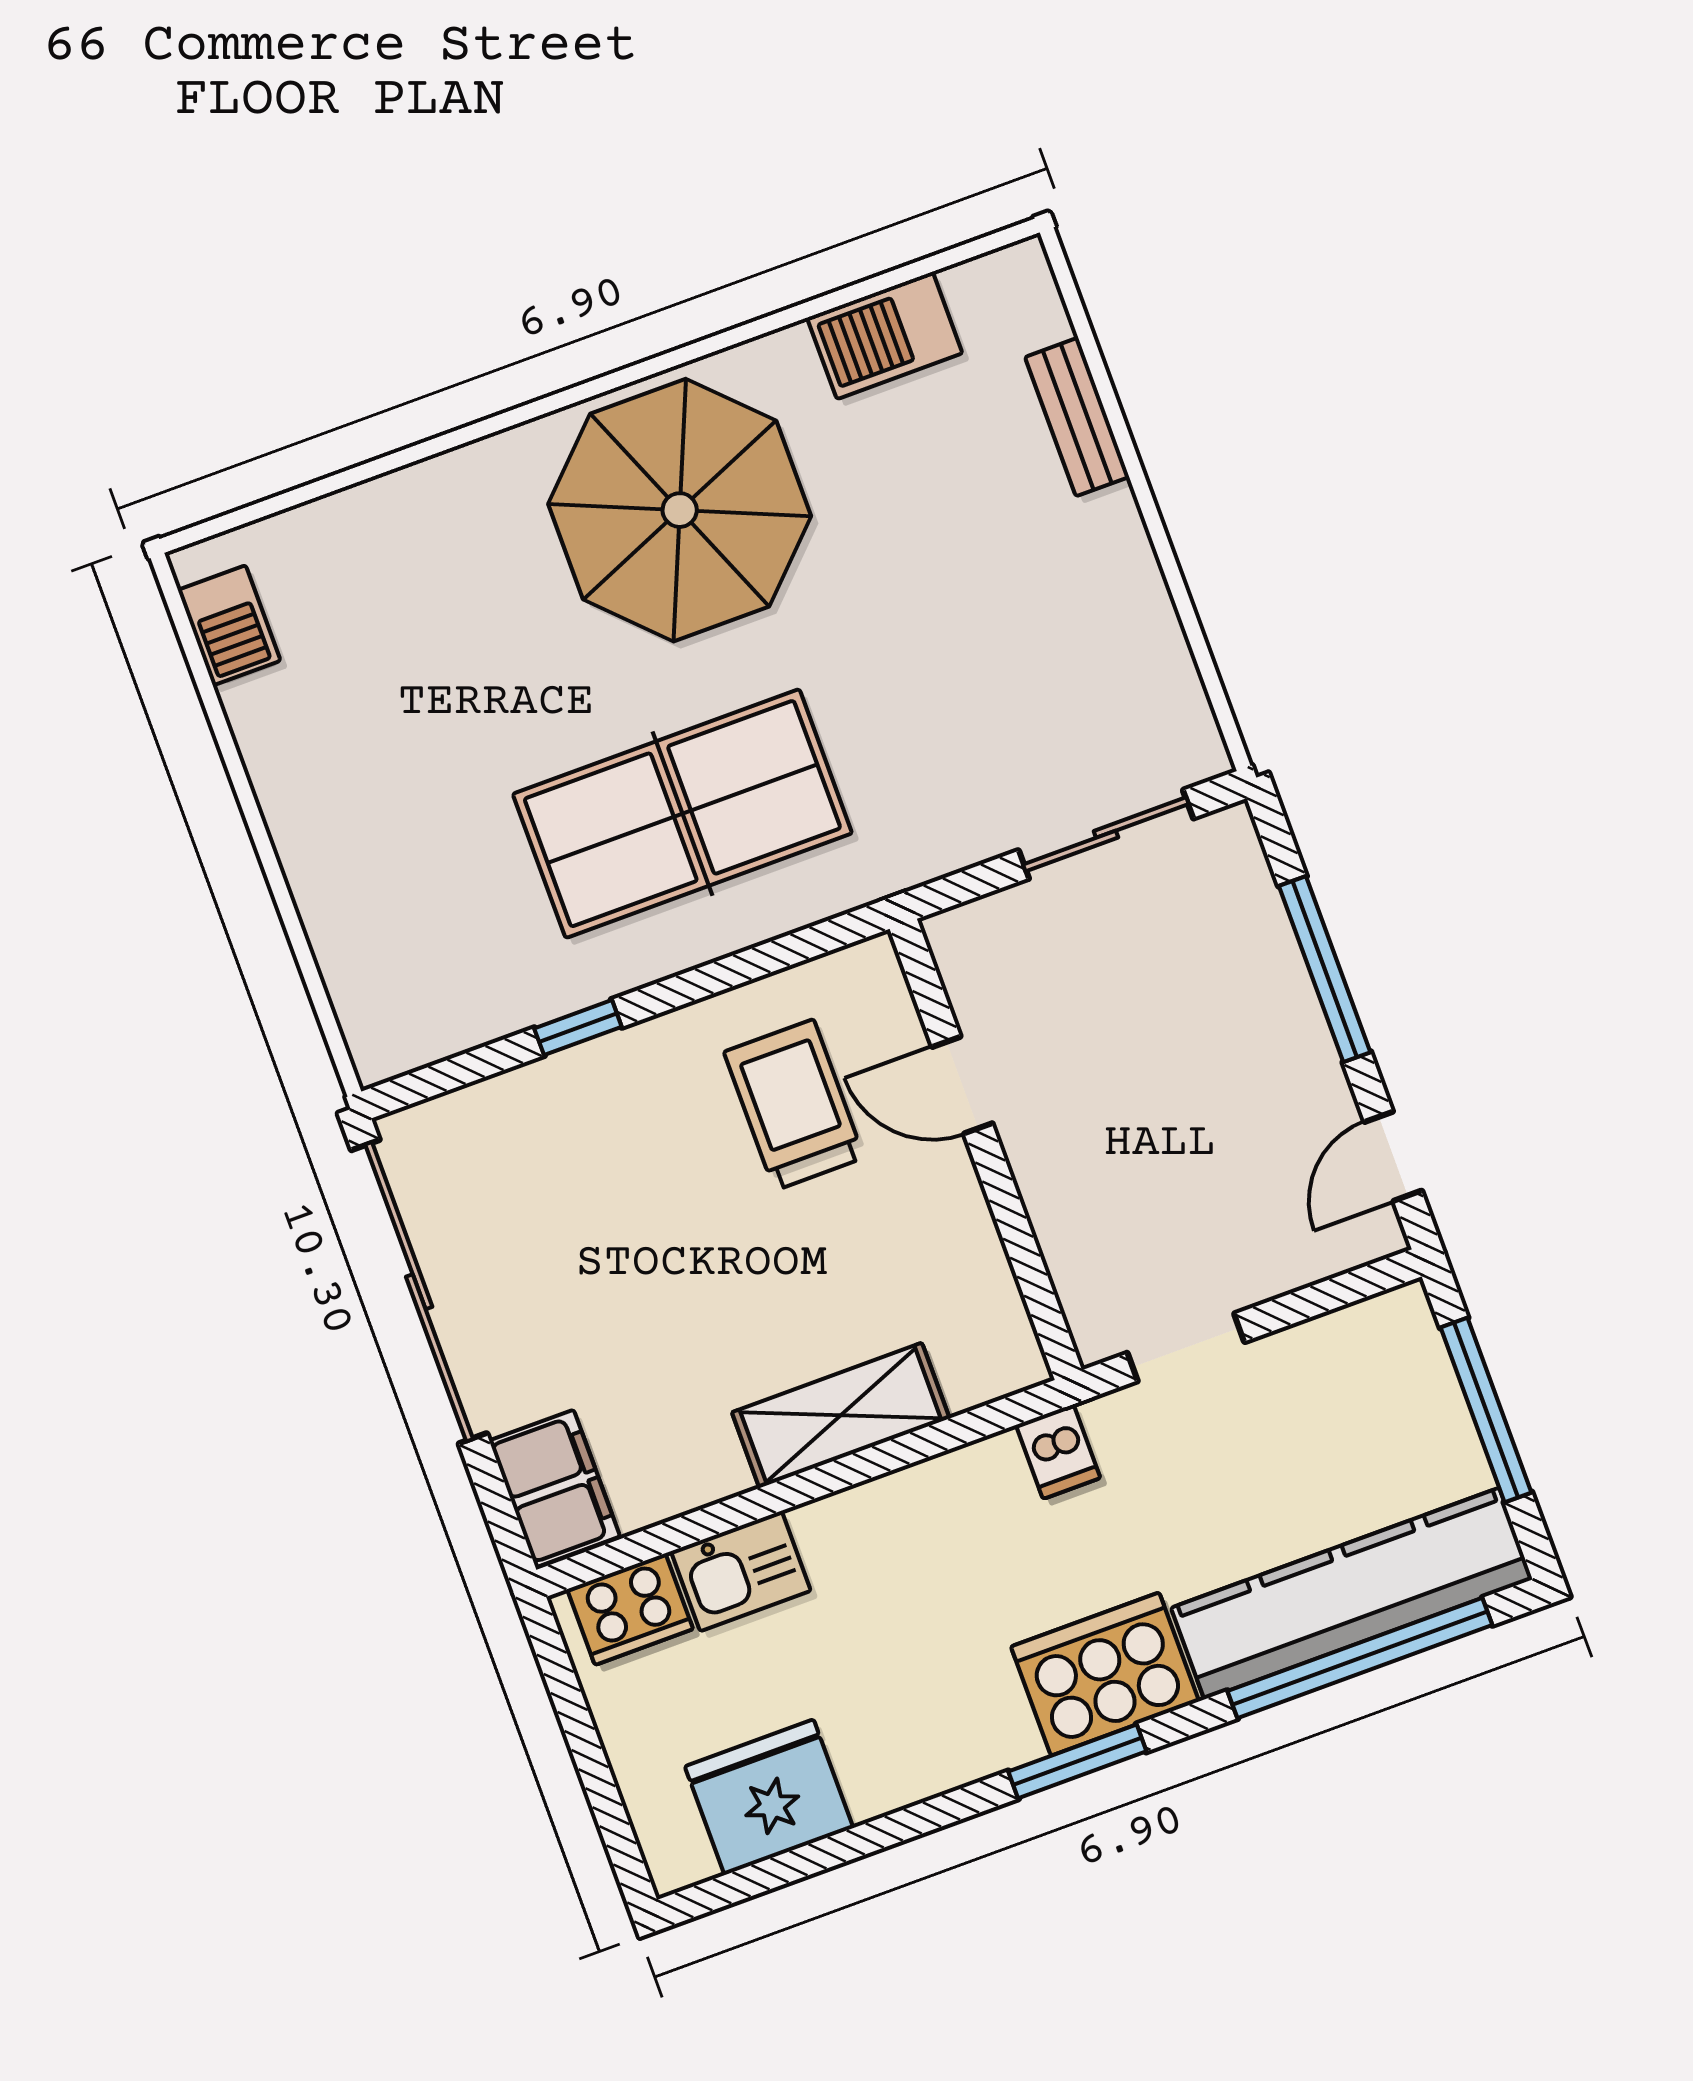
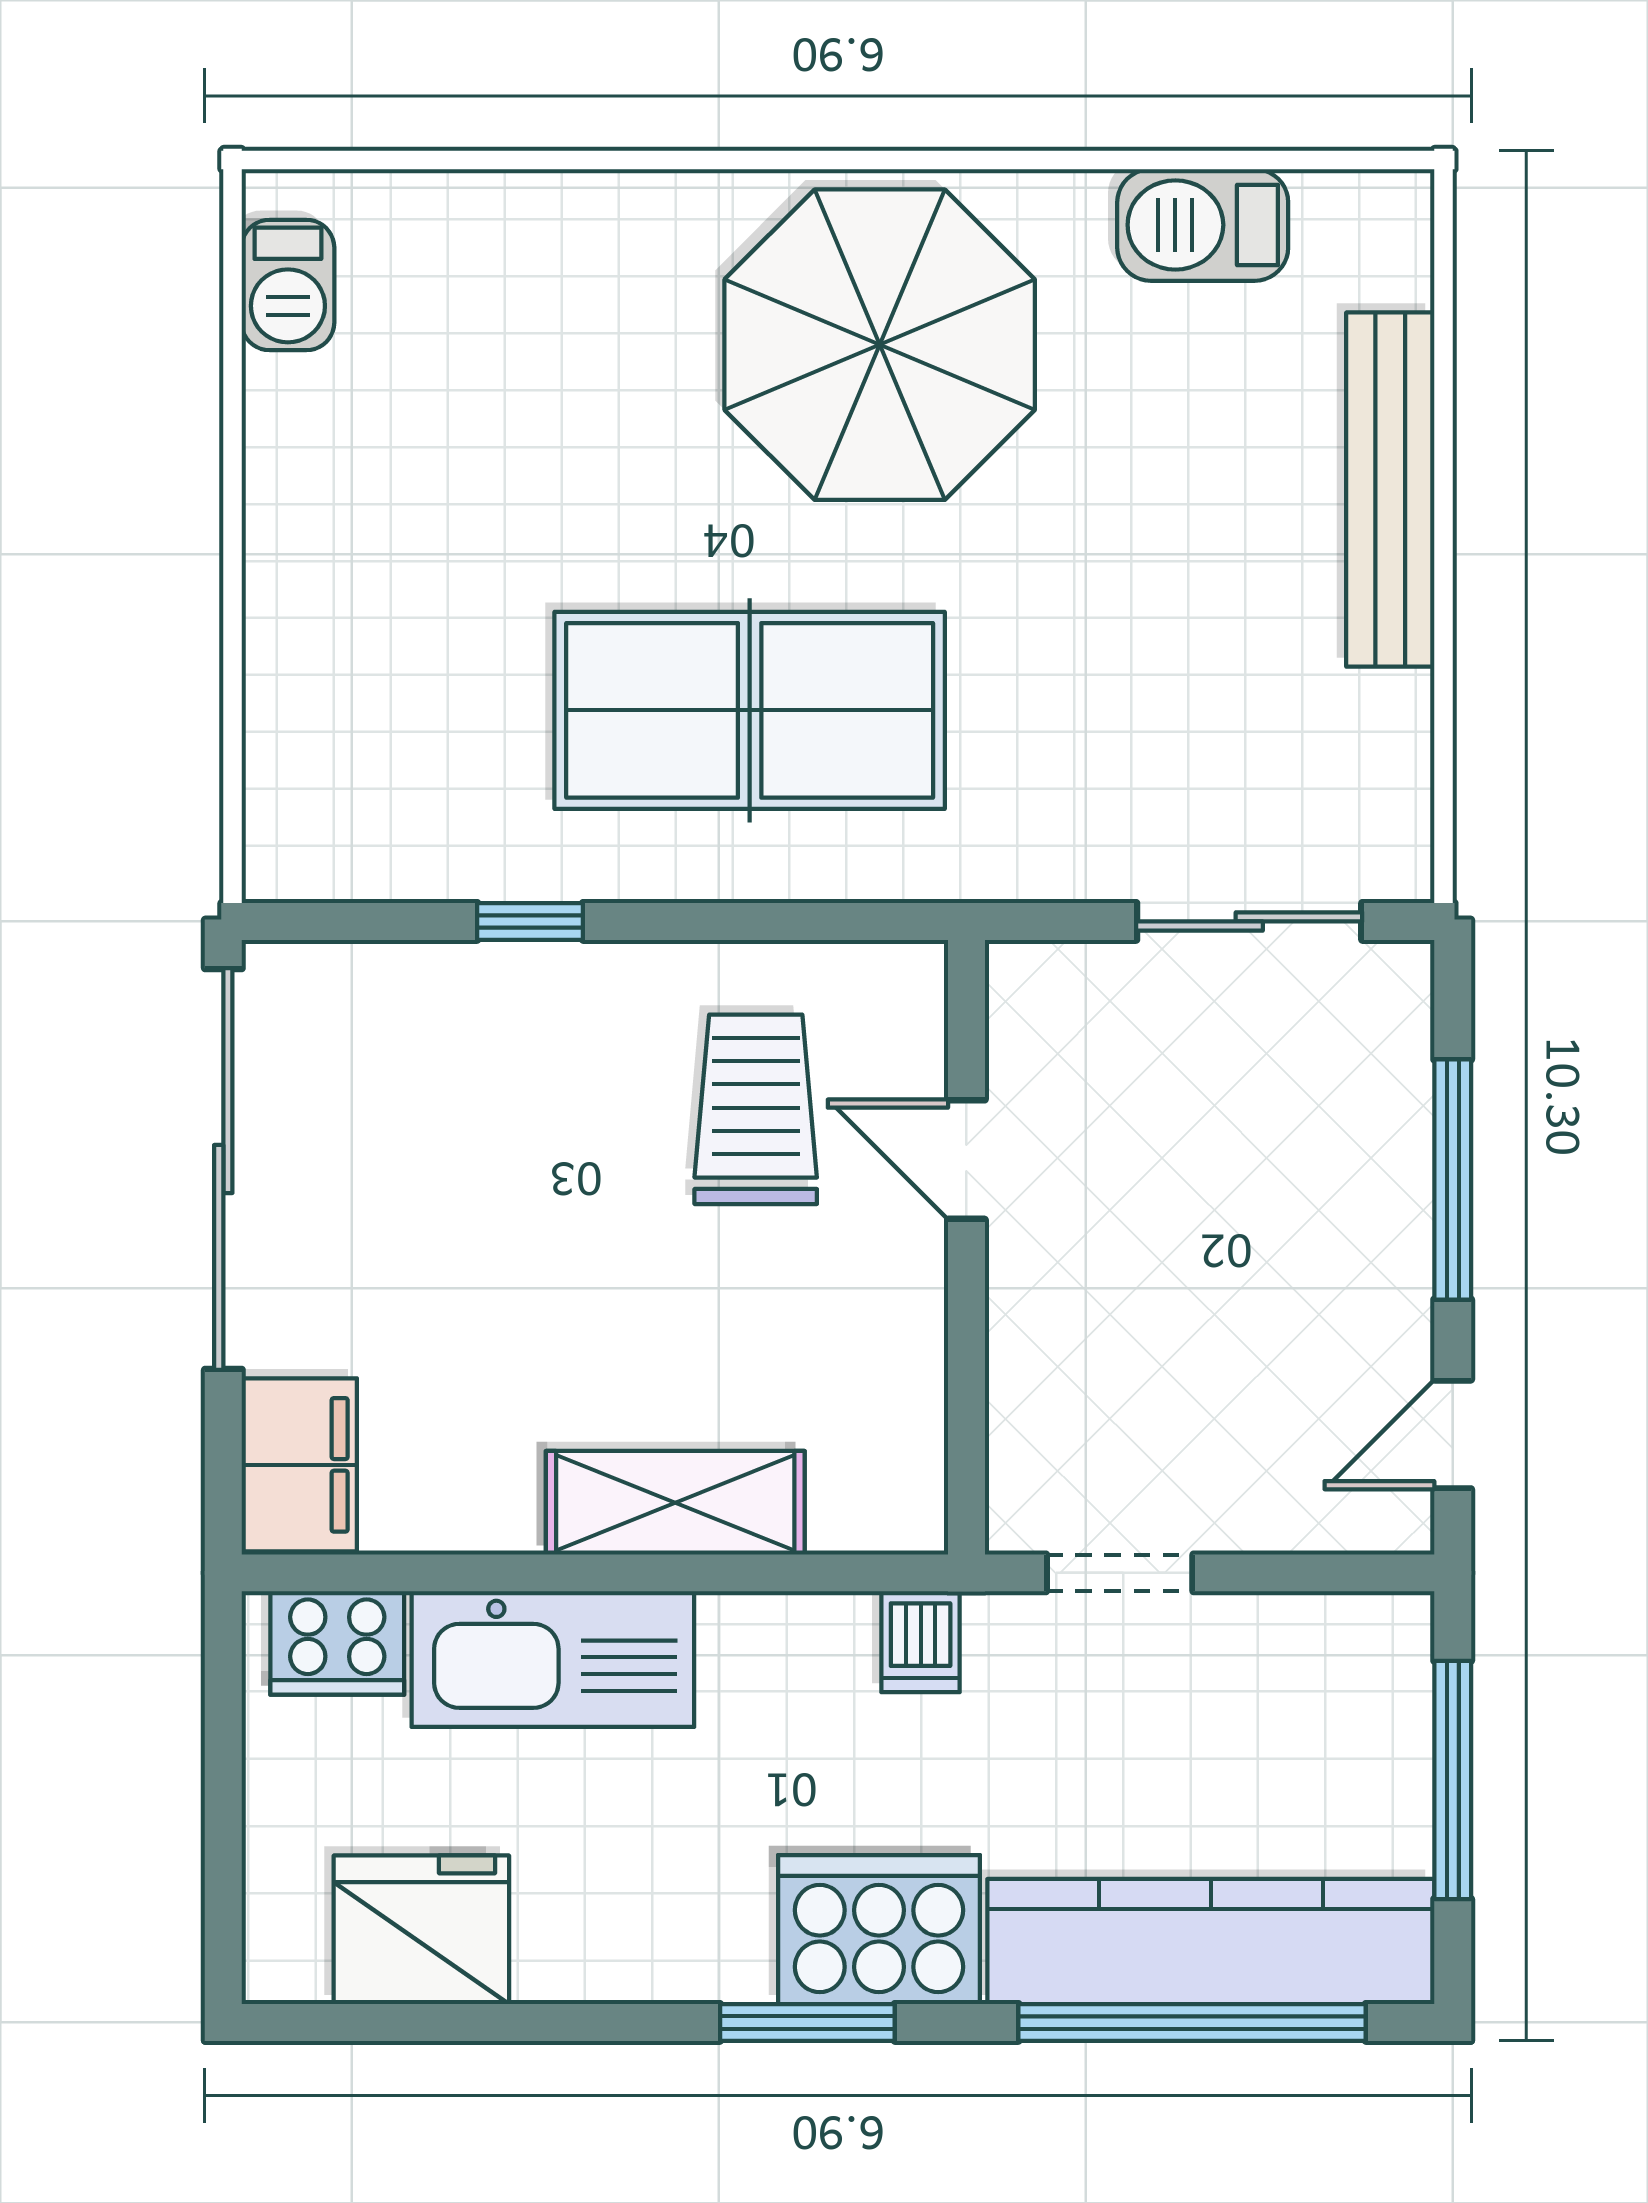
bench: (1077, 417) -> (1390, 490), width x1.86, depth x1.21
kitchen sink: (741, 1571) -> (553, 1659), width x1.87, depth x1.24

